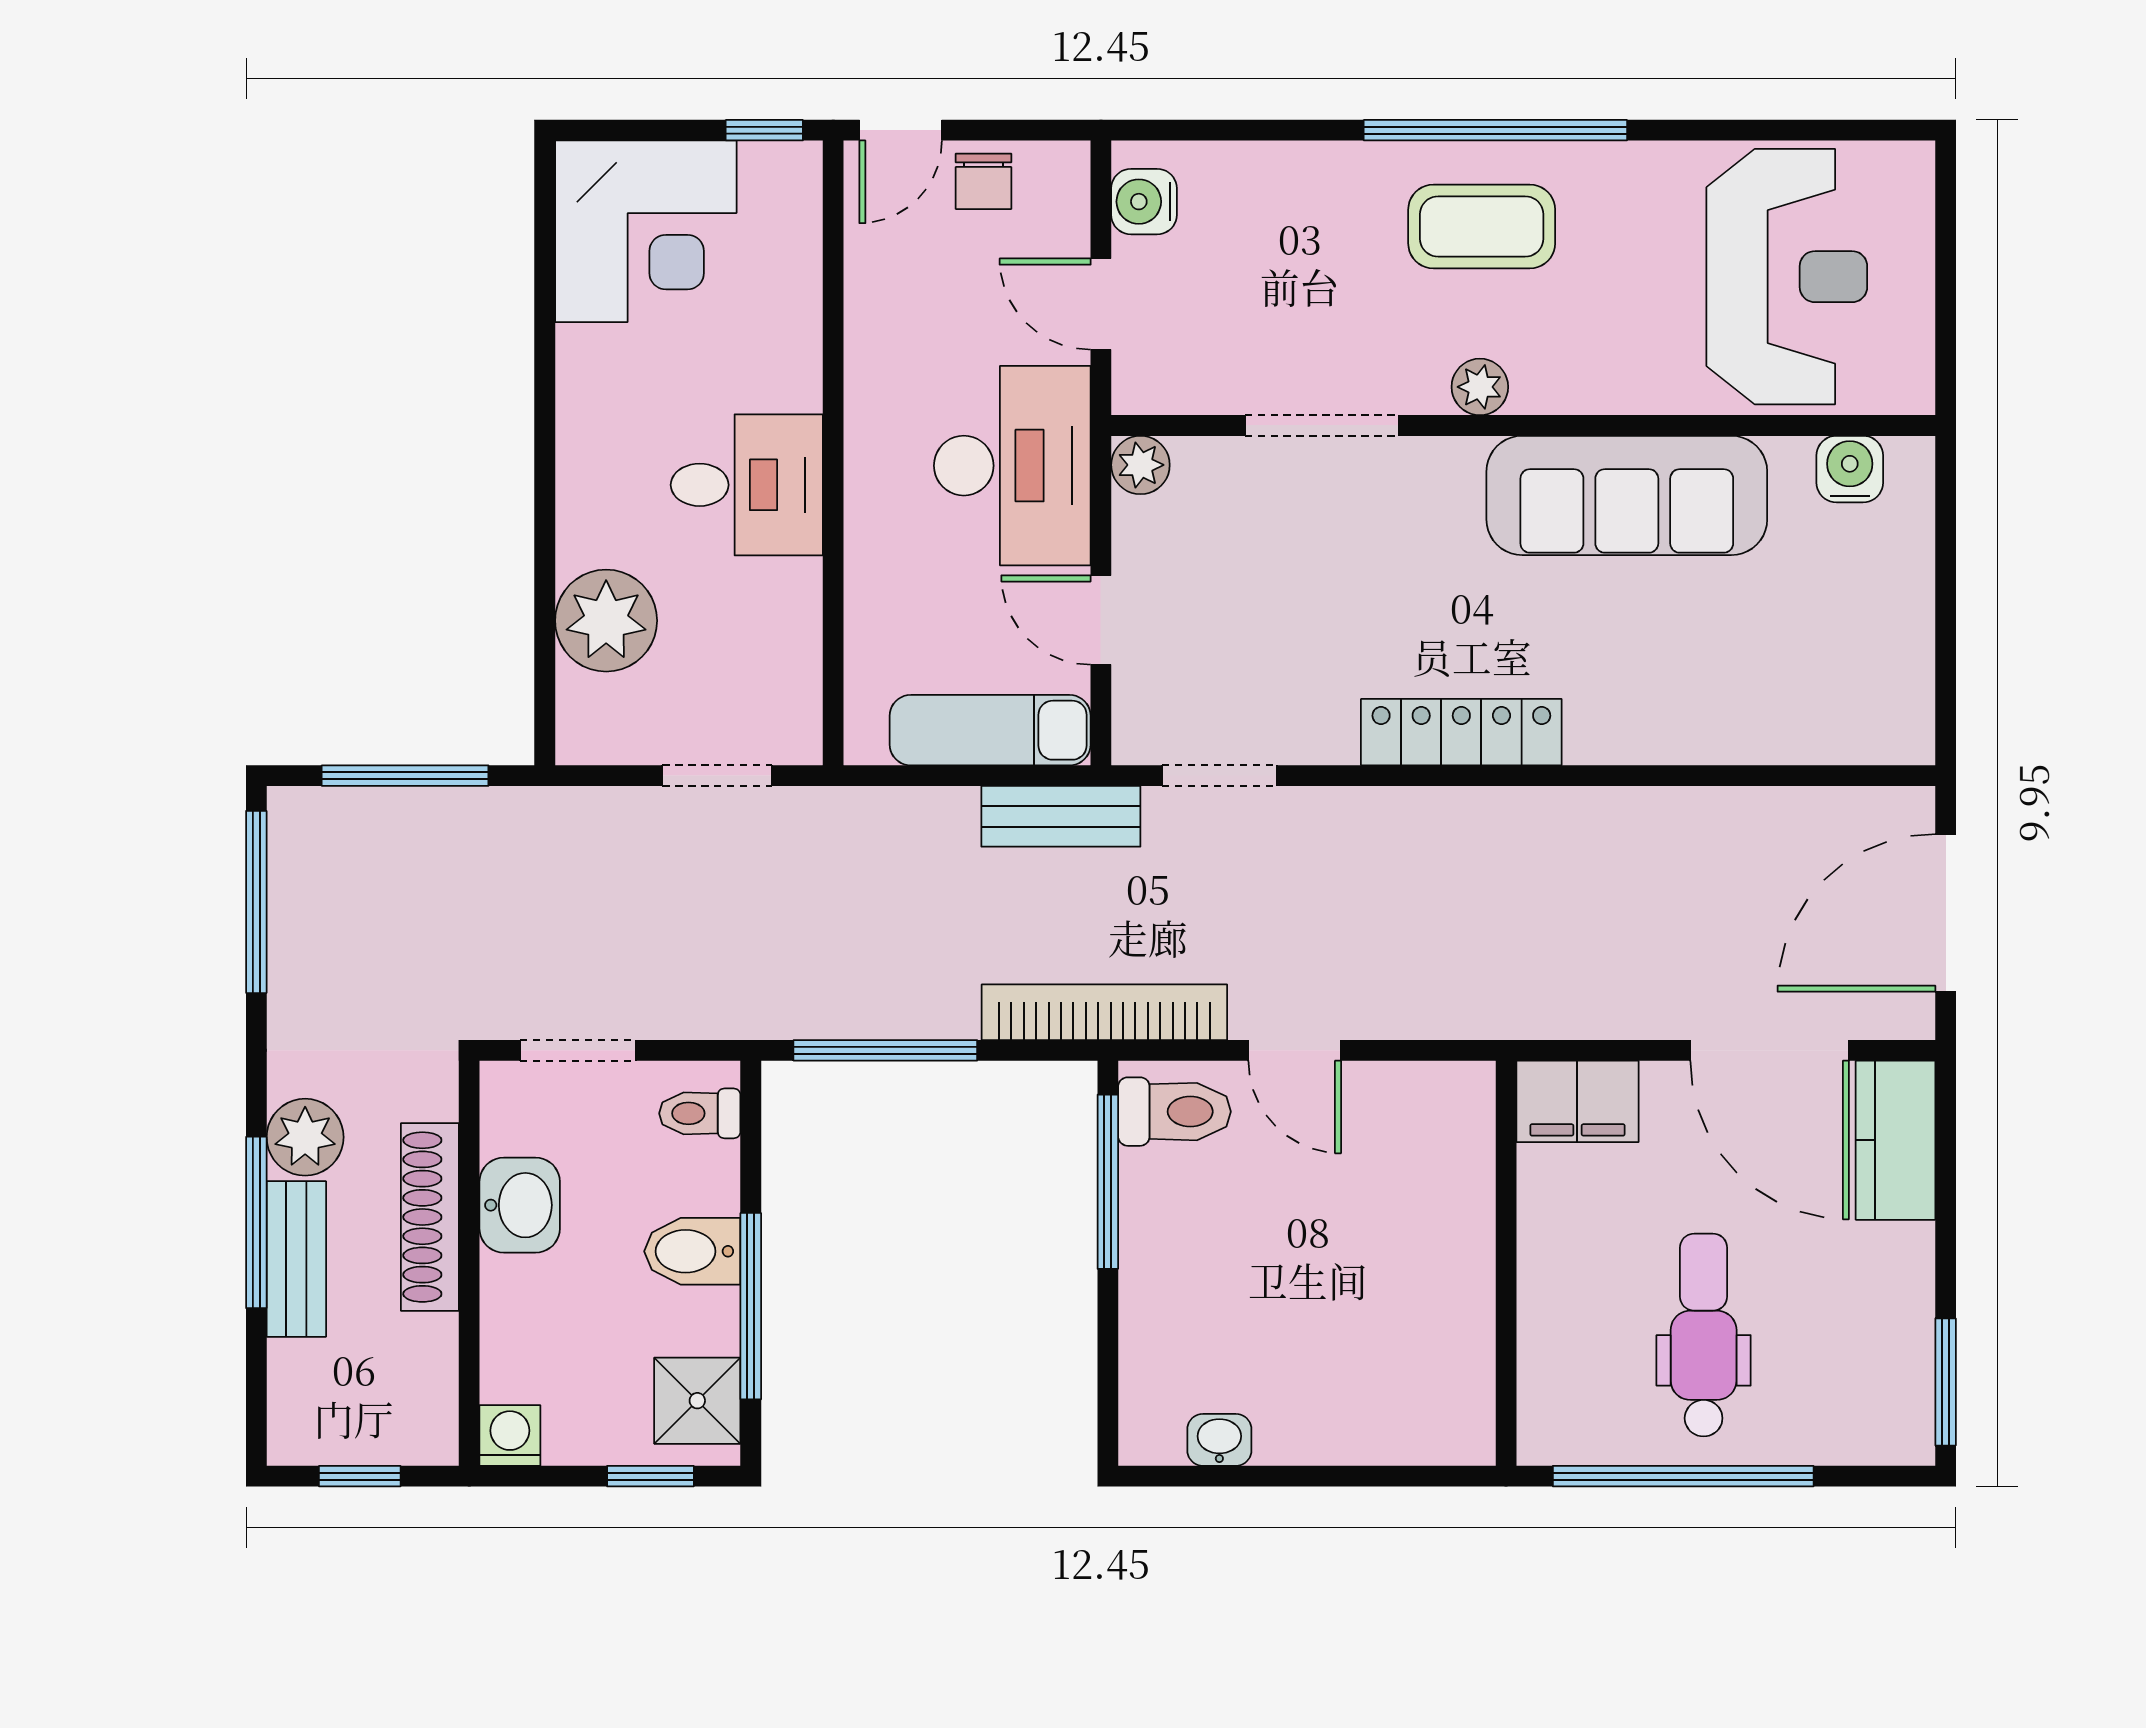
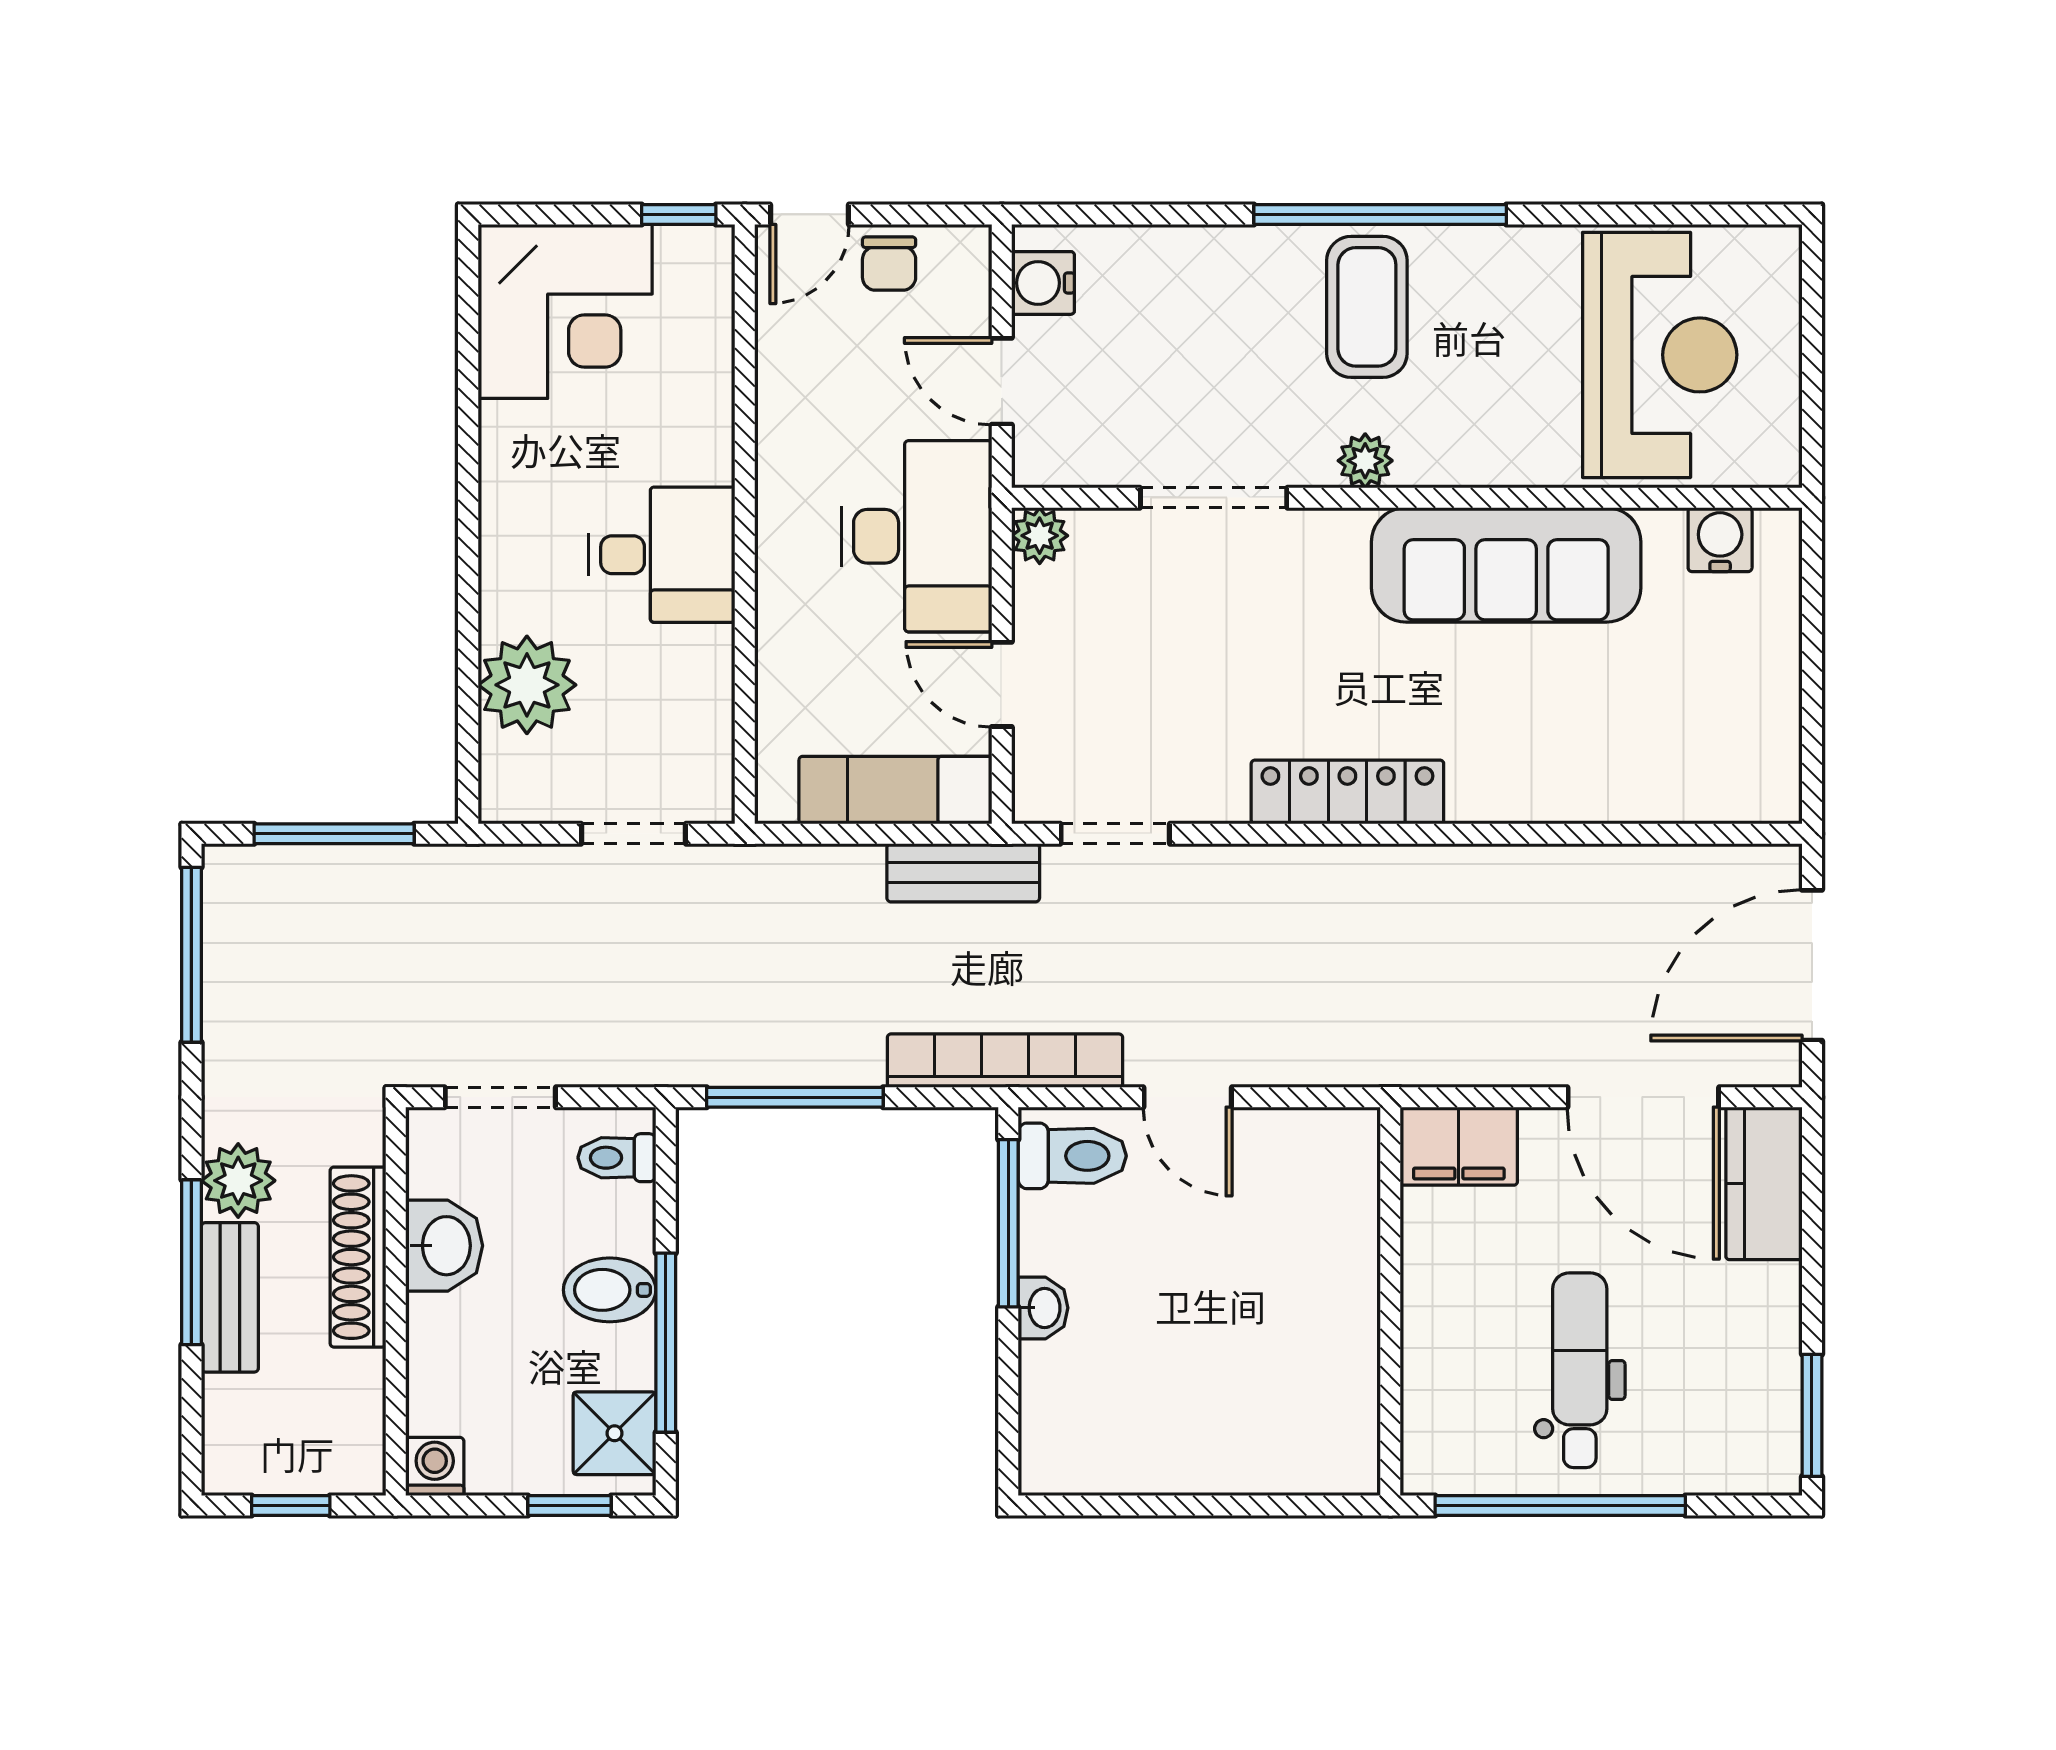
coffee table: (1482, 226) -> (1367, 307), turned 90
washbasin: (1219, 1440) -> (1043, 1308), moved, turned 90

